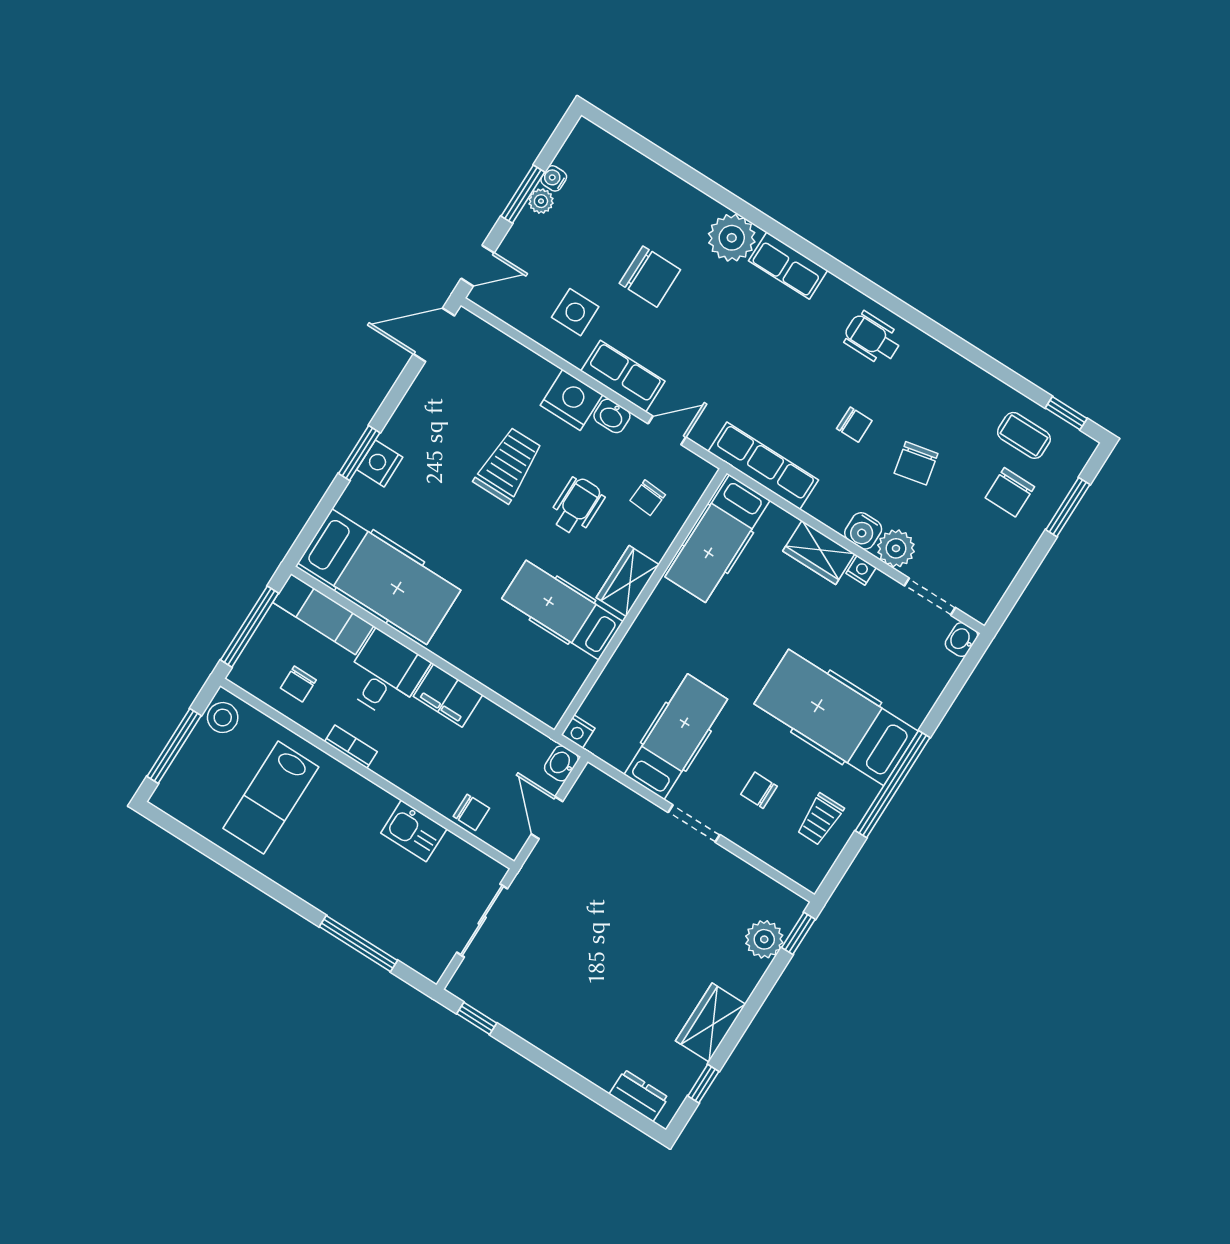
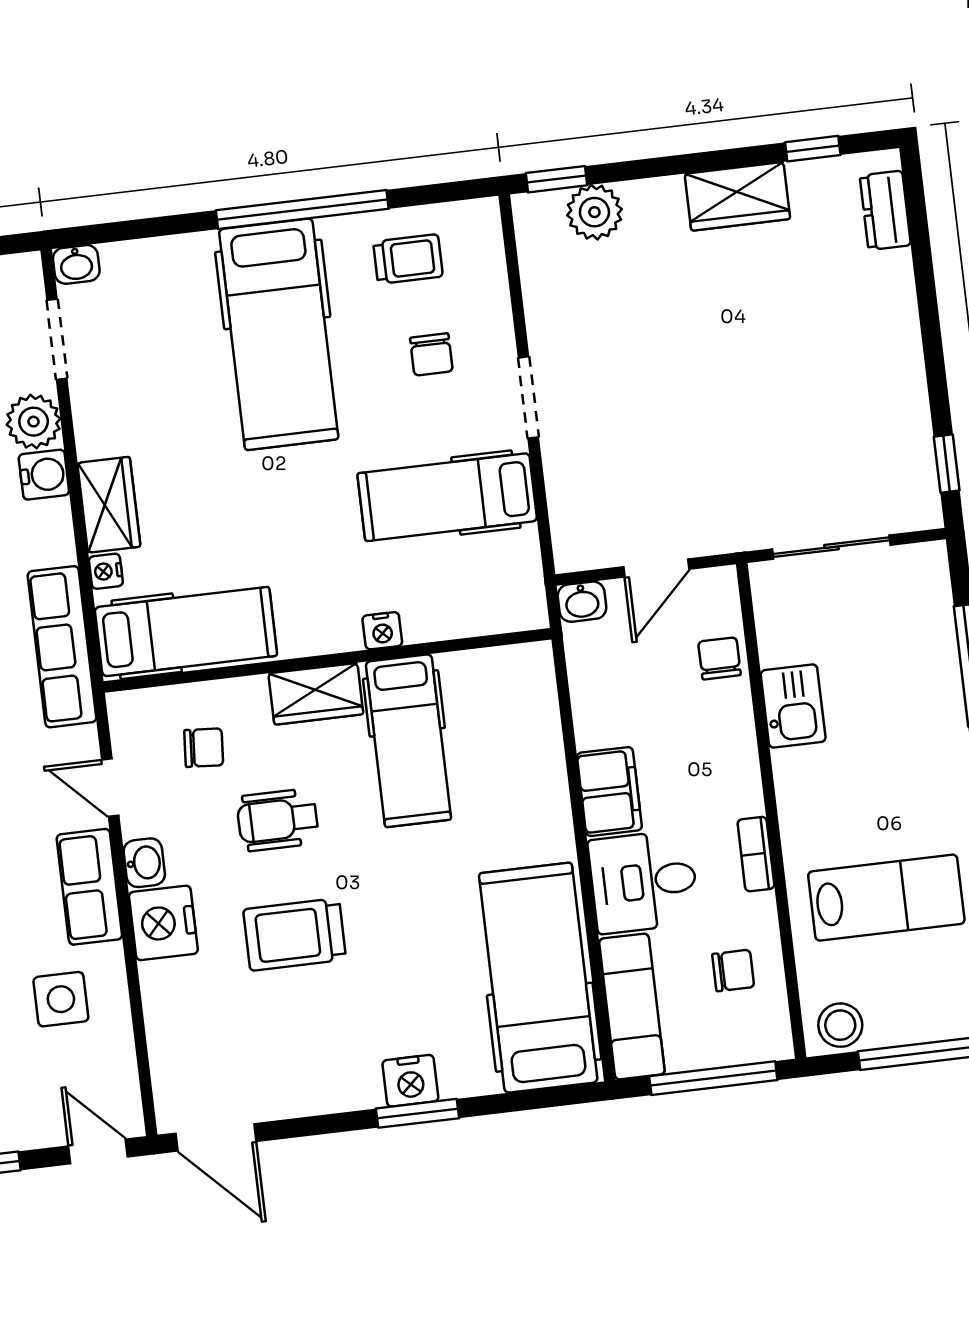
nightstand: (861, 570) -> (106, 571), moved
nightstand: (578, 731) -> (382, 631), moved, turned 90

